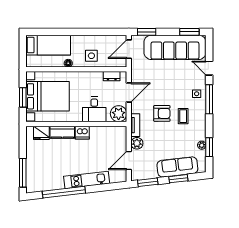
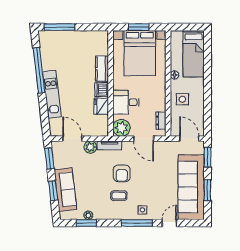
window: (189, 32) -> (207, 190), moved
fridge: (41, 133) -> (101, 106), moved

